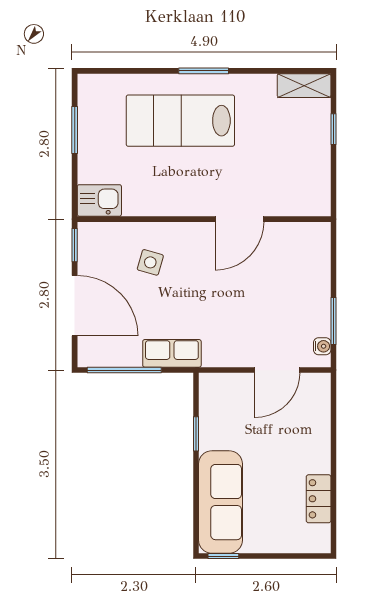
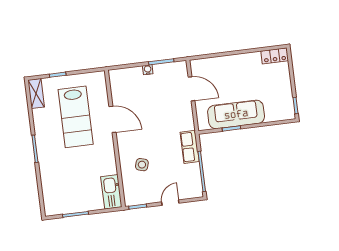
lab bench: (180, 121) -> (76, 117), moved
kitchen sink: (99, 200) -> (111, 192), width x1.38
door: (75, 306) -> (170, 203), width x0.53
water cooler: (322, 346) -> (148, 70), moved
locker: (319, 499) -> (275, 56), moved
sofa: (220, 502) -> (236, 114), moved

